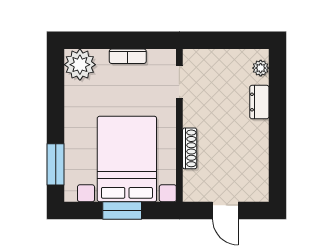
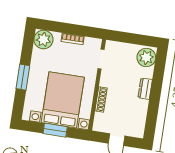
plant: (261, 68) -> (146, 57), width x1.87, depth x1.87
dresser: (259, 102) -> (145, 89), moved
window: (56, 164) -> (23, 77), moved

